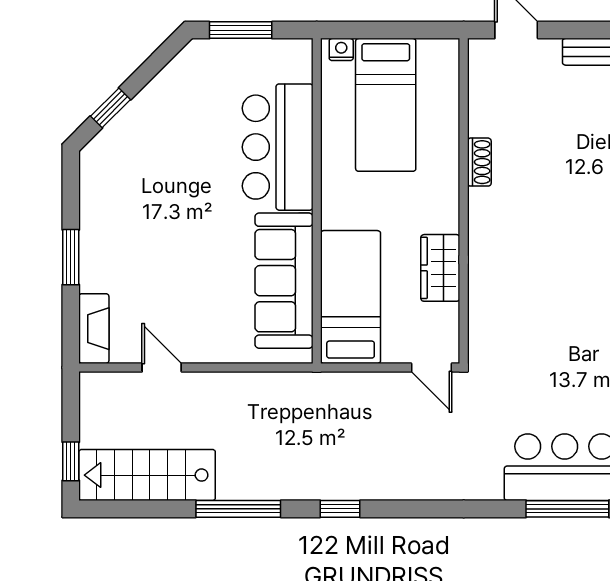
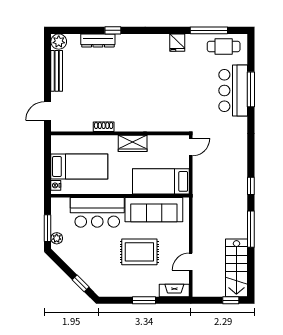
plant: (217, 52) -> (57, 238), added
rug: (185, 246) -> (139, 252), added
wardrobe: (440, 268) -> (133, 143), moved

